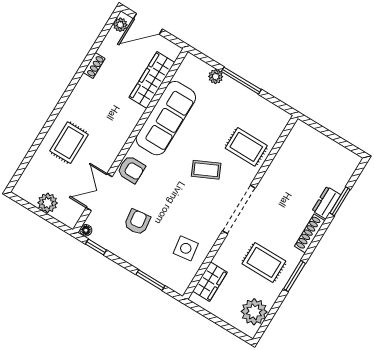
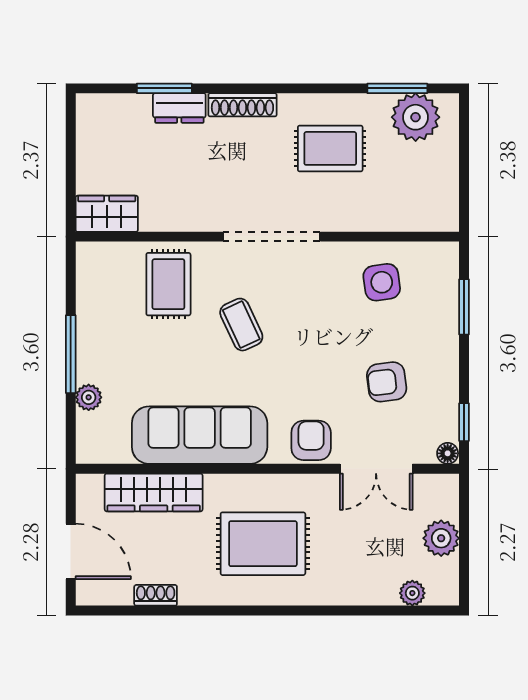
plant: (120, 25) -> (412, 593), moved
shoe rack: (94, 65) -> (156, 595), moved
rug: (69, 143) -> (263, 544), moved, width x1.36, depth x1.43
rug: (264, 262) -> (330, 148), turned 90
window: (295, 276) -> (397, 88), moved
wardrobe: (210, 282) -> (107, 214), moved

